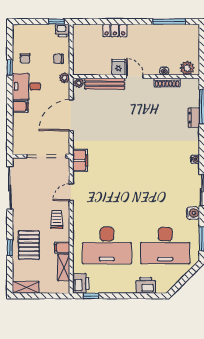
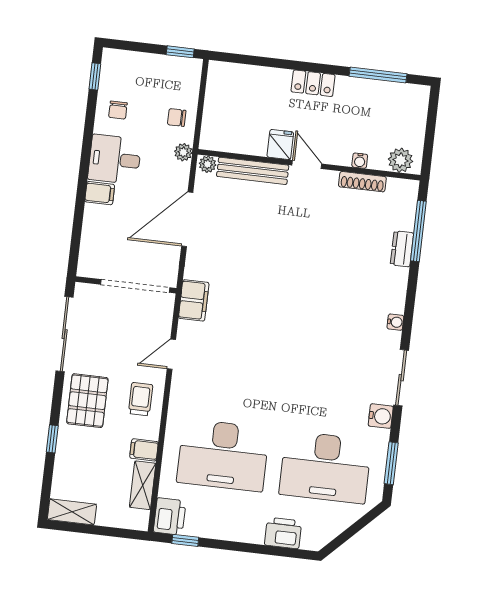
locker: (115, 30) -> (313, 83), moved
printer: (63, 31) -> (190, 69), removed
window: (10, 68) -> (95, 76), moved
pallet: (29, 245) -> (87, 401), moved

